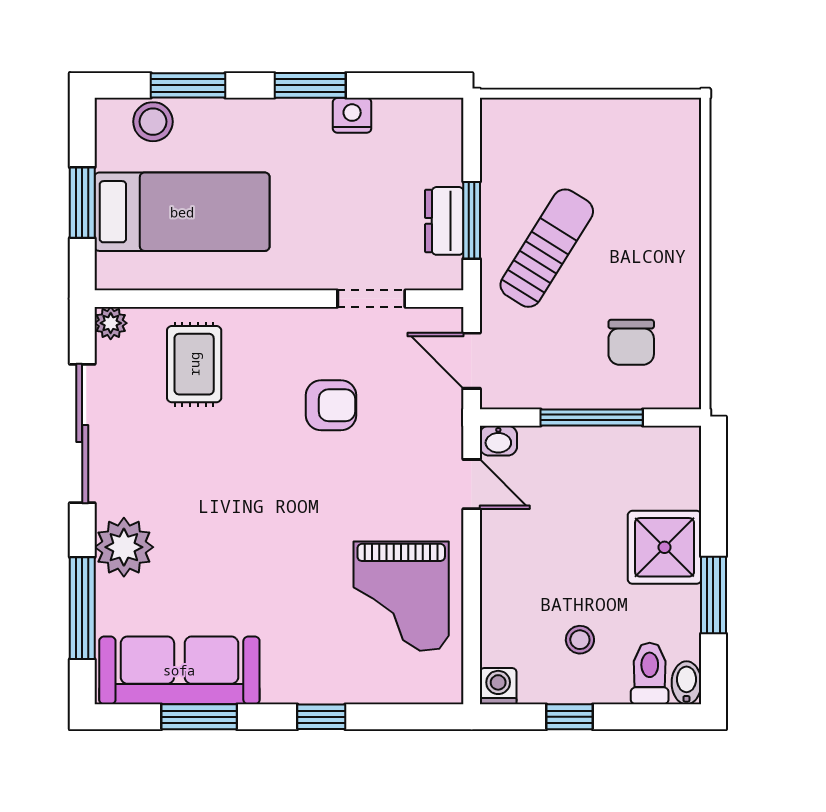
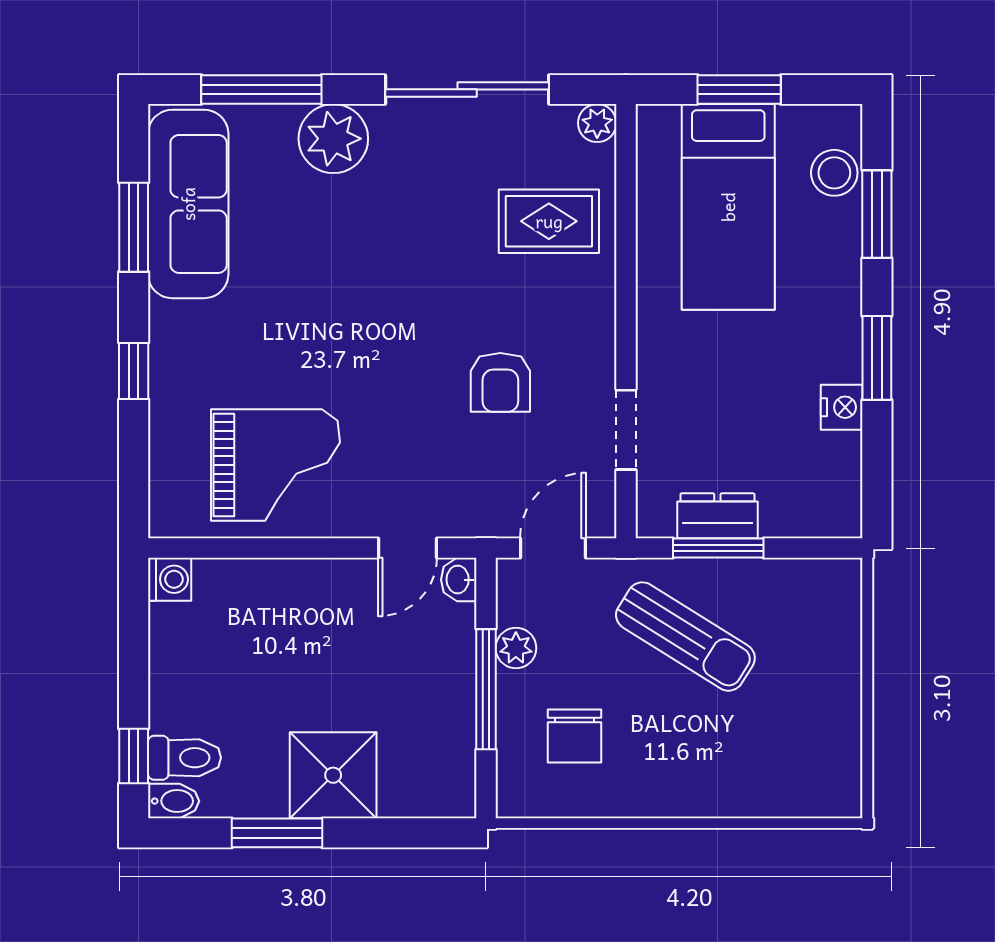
chair: (631, 342) -> (574, 736), turned -90
plant: (557, 392) -> (516, 648), added
grand piano: (401, 596) -> (275, 465), turned 180
stool: (580, 640) -> (224, 676), removed
window: (569, 717) -> (134, 756), moved

